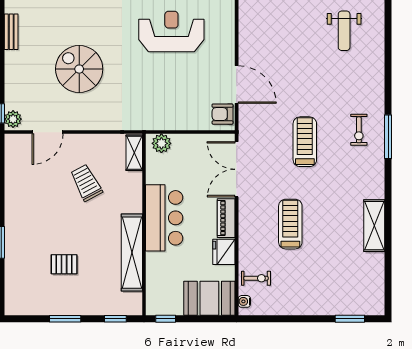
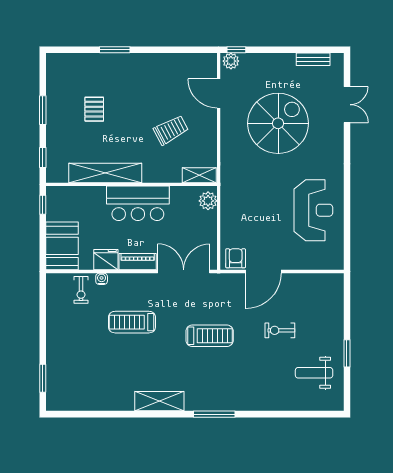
spiral stairs: (79, 69) -> (278, 123), width x1.37, depth x1.37
exercise bike: (359, 130) -> (280, 330), moved
treadmill: (290, 224) -> (132, 322), turned 180
shelving: (374, 226) -> (159, 401), moved
water cooler: (244, 301) -> (102, 279), moved

